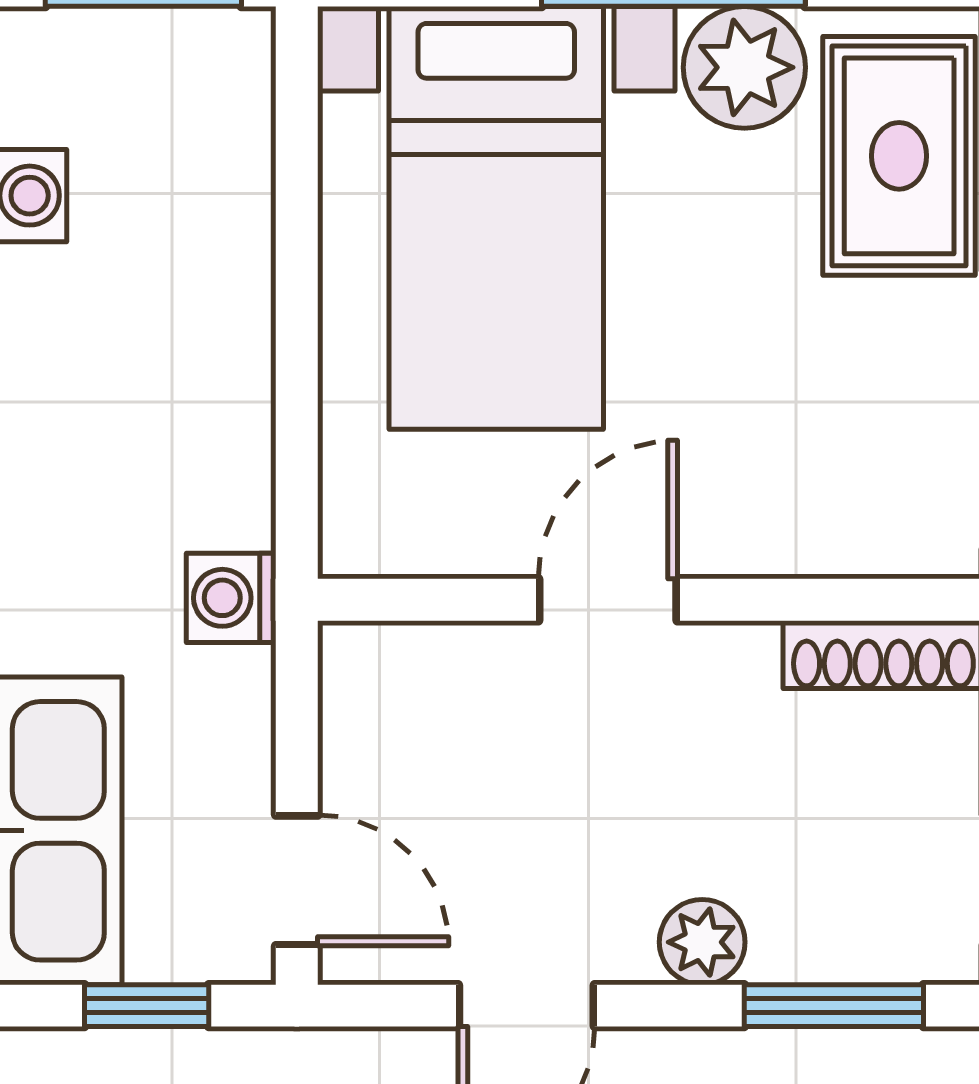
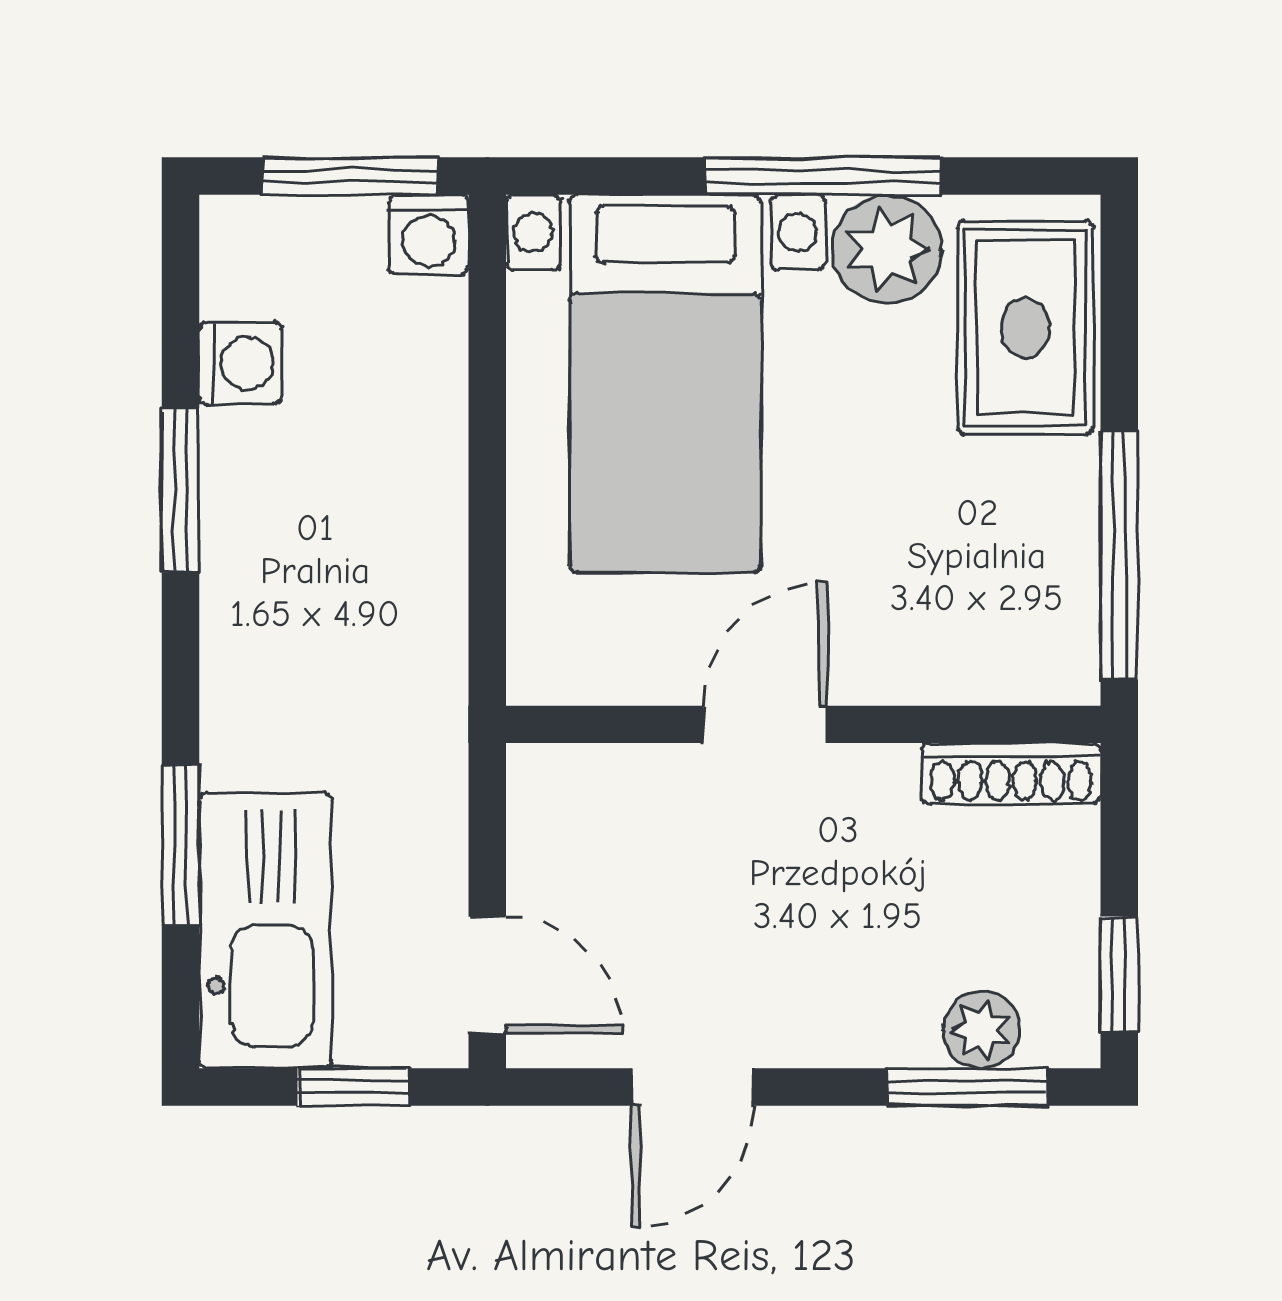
washing machine: (231, 598) -> (429, 235), moved, turned -90
plant: (702, 942) -> (981, 1030), moved

